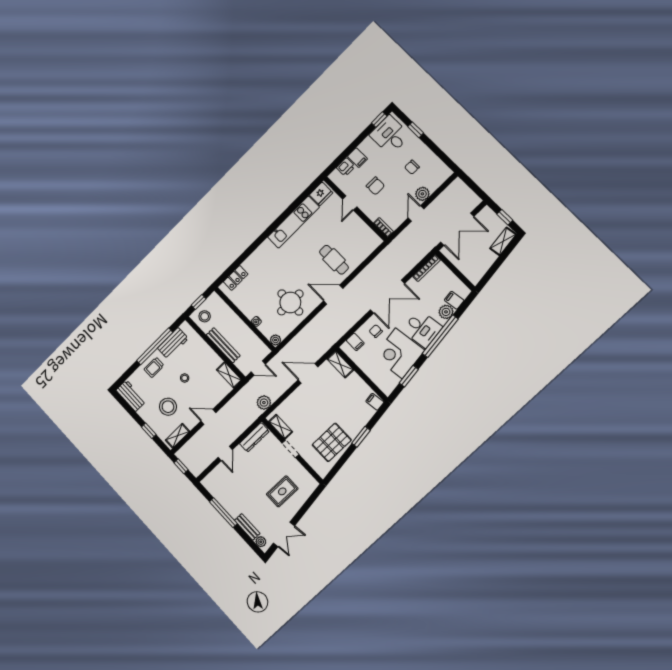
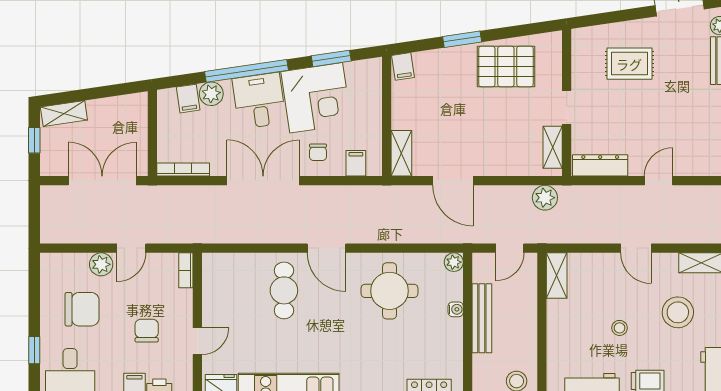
chair: (412, 167) -> (82, 309), width x1.87, depth x1.87
bench: (223, 345) -> (482, 318), moved
door: (258, 368) -> (510, 248), swing flipped

